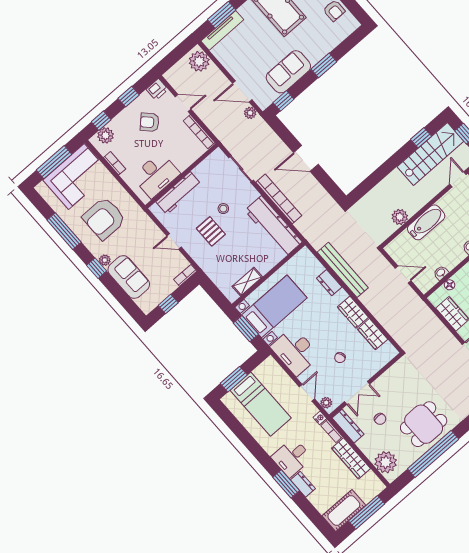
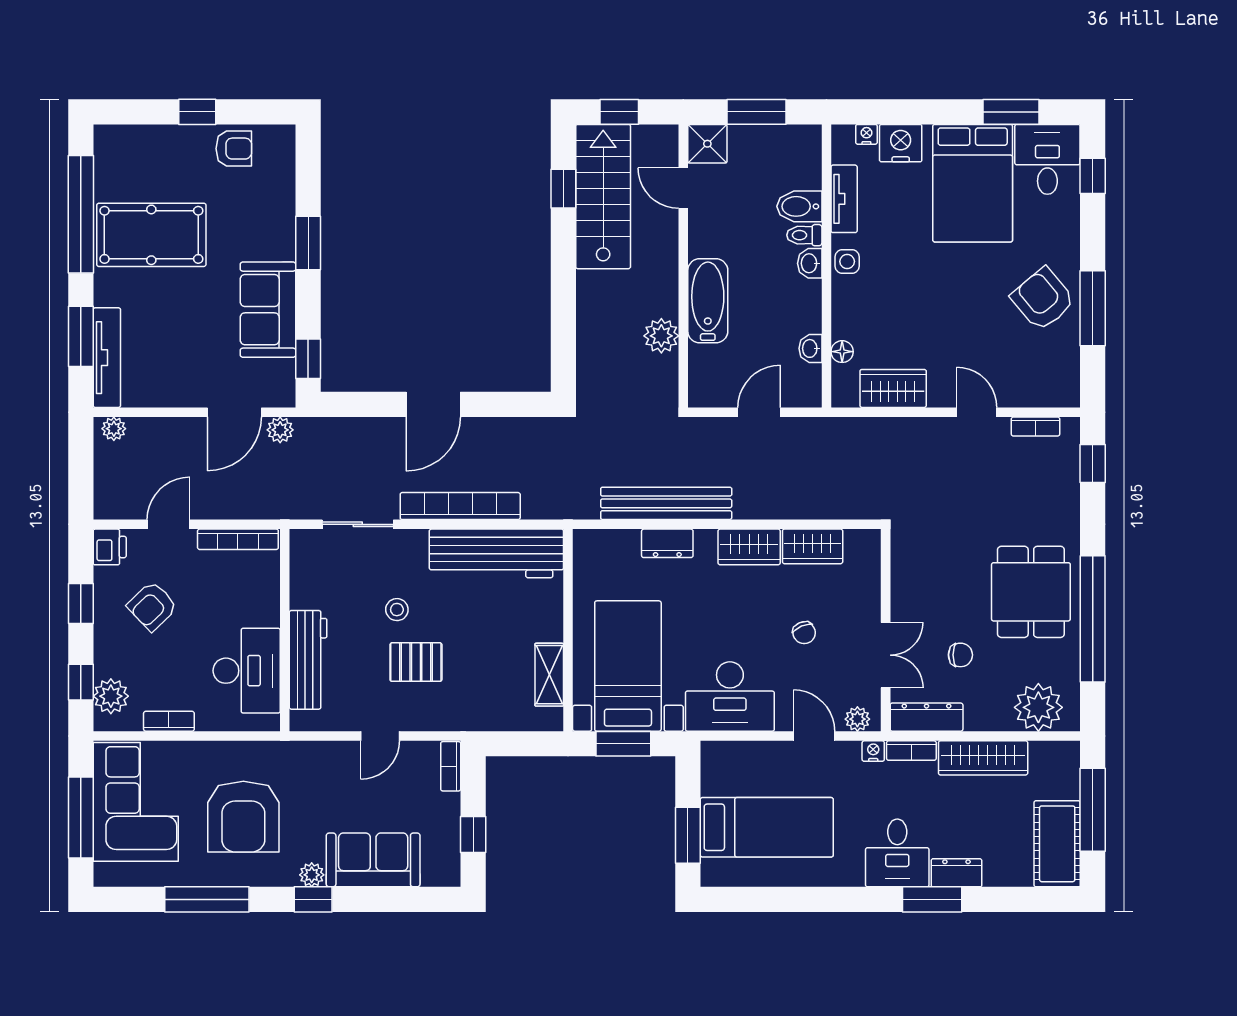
plant: (199, 61) -> (114, 429), width x0.53, depth x0.53

